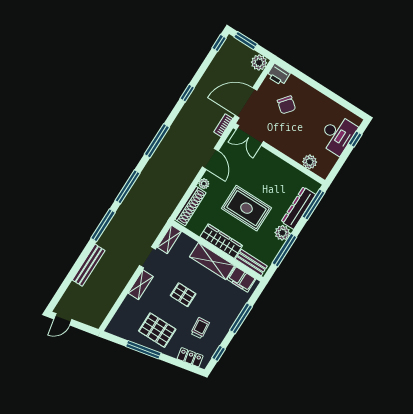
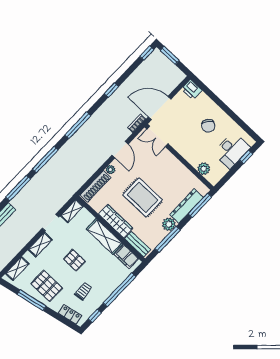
plant: (259, 63) -> (177, 76), removed
chair: (286, 105) -> (208, 126), moved
shelving: (120, 317) -> (17, 269), added
window: (241, 318) -> (120, 290), width x1.46

